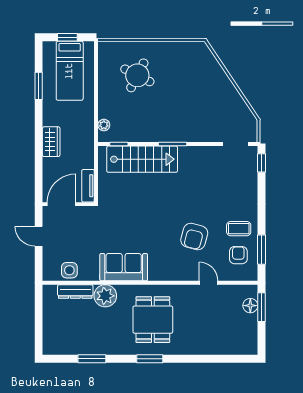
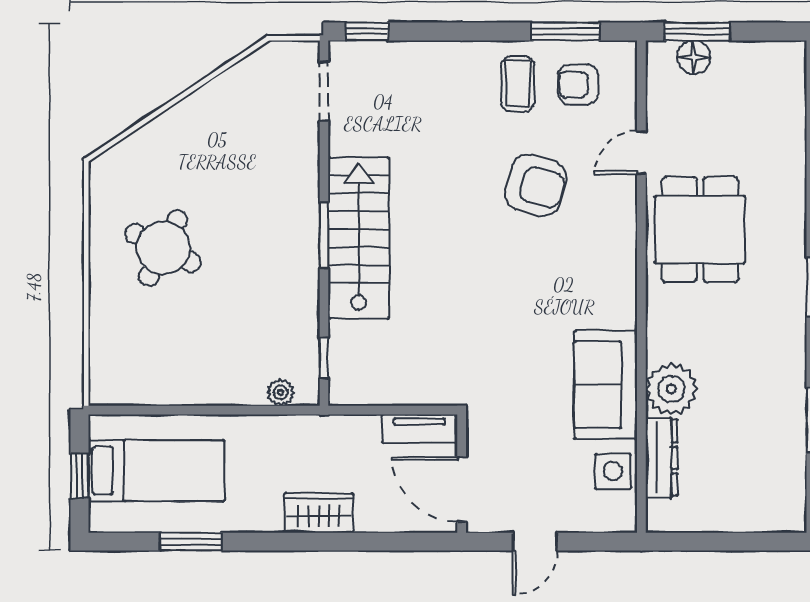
round table: (137, 75) -> (163, 248), moved
stairs: (142, 159) -> (359, 238), moved
sofa: (124, 267) -> (606, 385), moved
dining table: (153, 320) -> (700, 230), moved, turned 90

